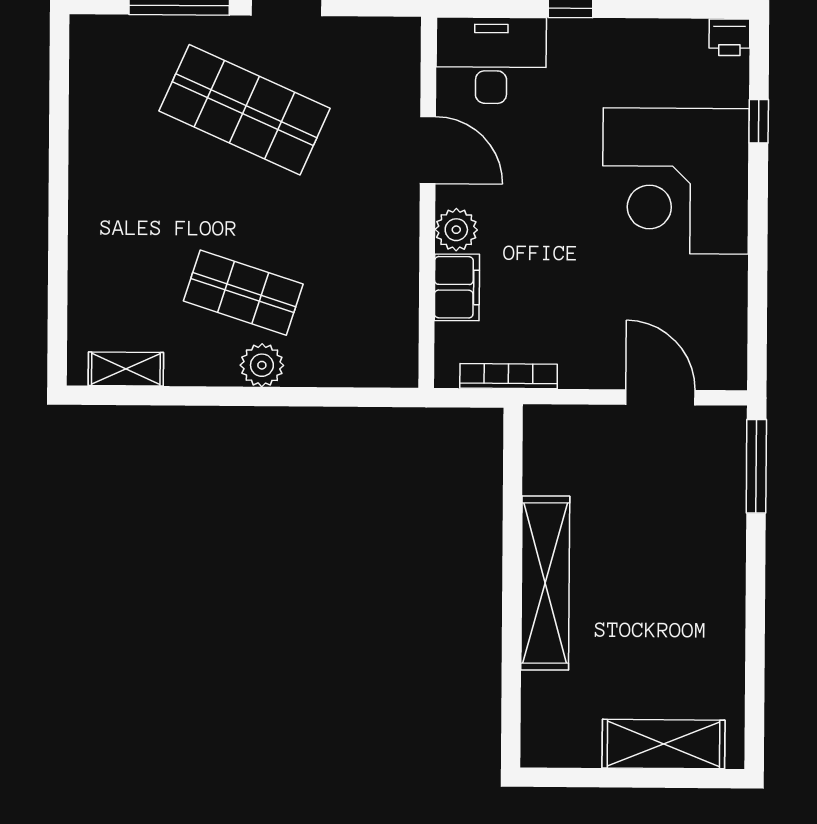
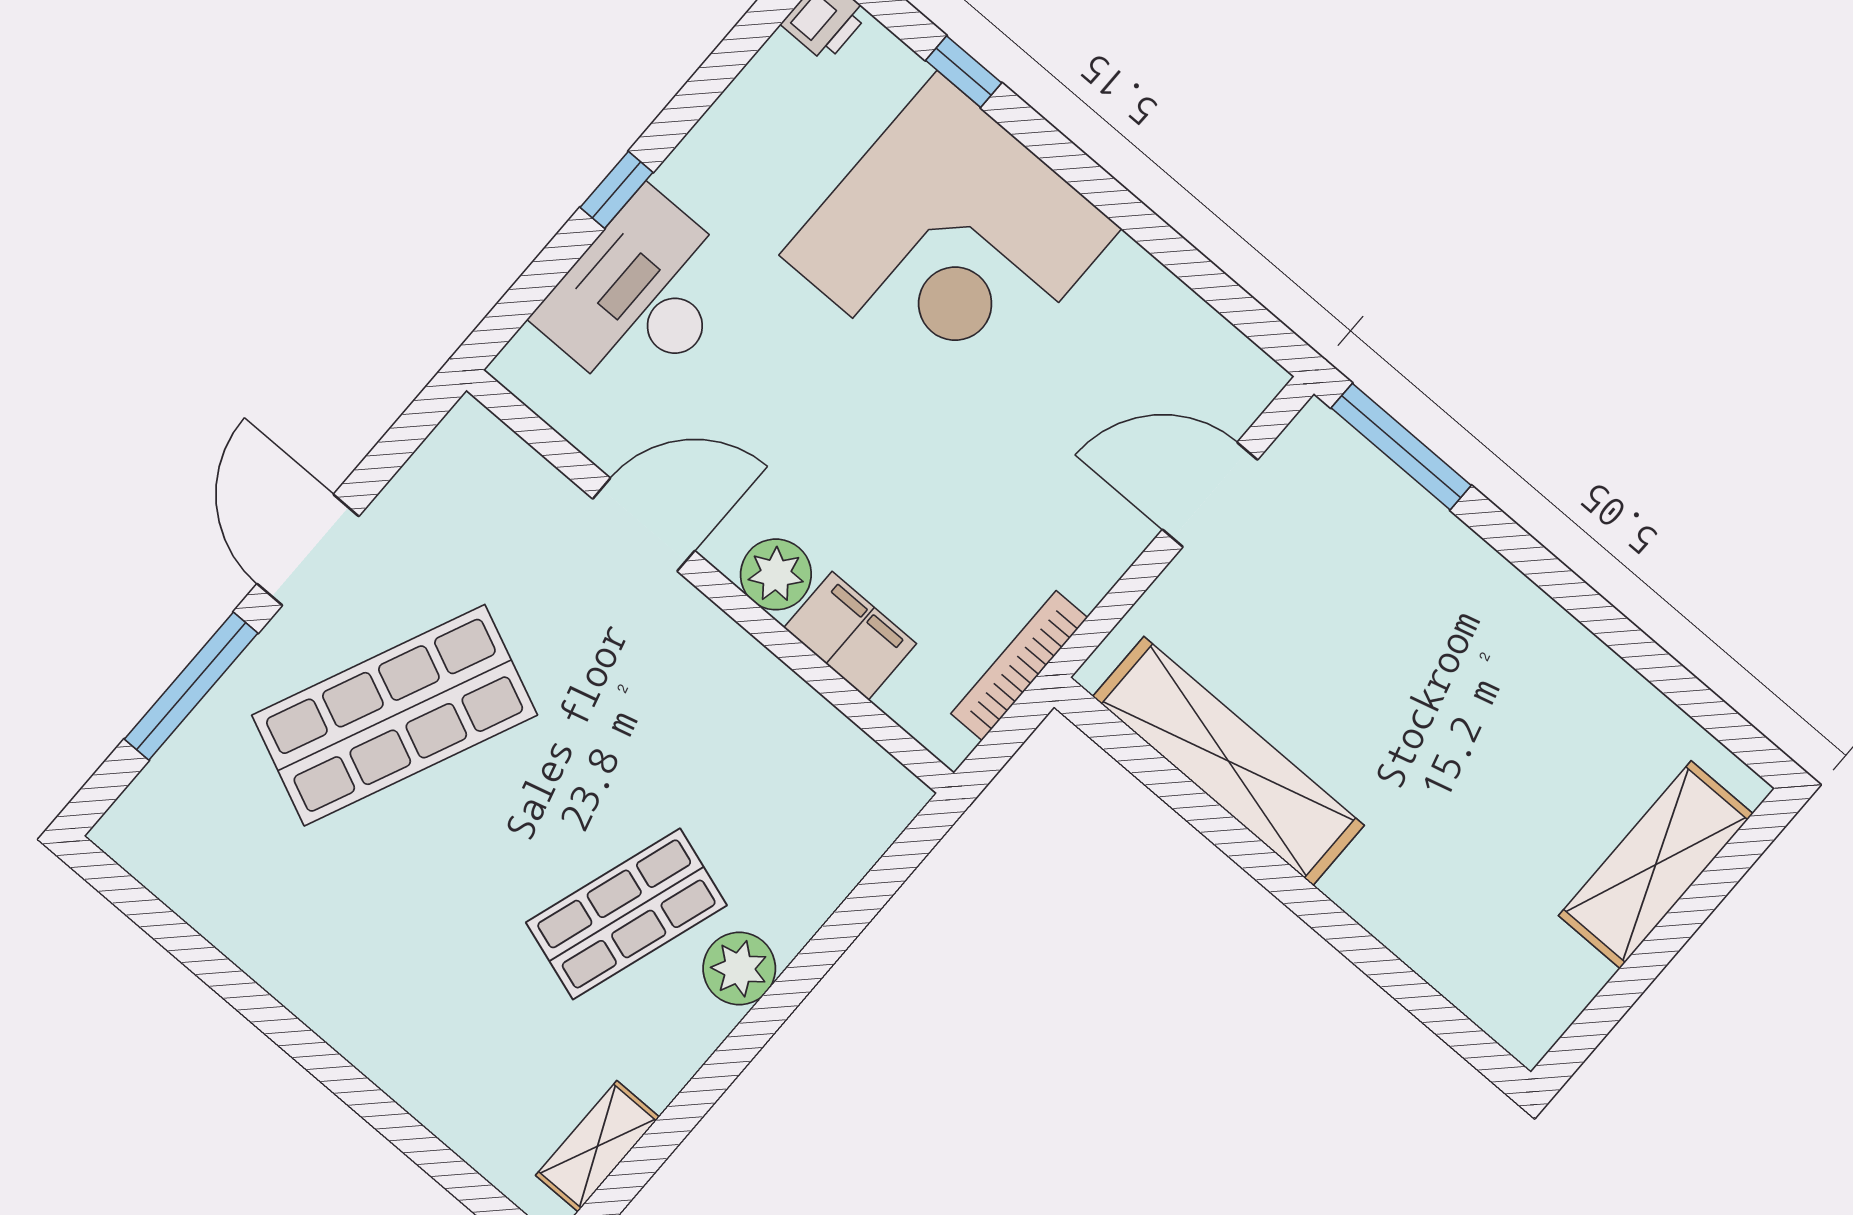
desk: (491, 60) -> (641, 297), moved
shelving: (545, 583) -> (1228, 761), moved

